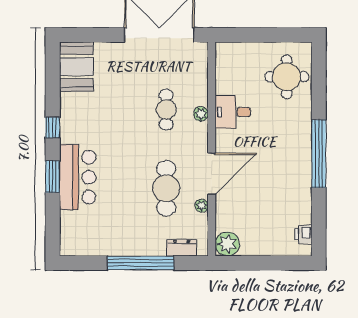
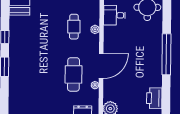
desk: (233, 112) -> (114, 15), moved
bar counter: (78, 177) -> (20, 67), removed
printer: (303, 234) -> (154, 98), width x1.87, depth x1.48

